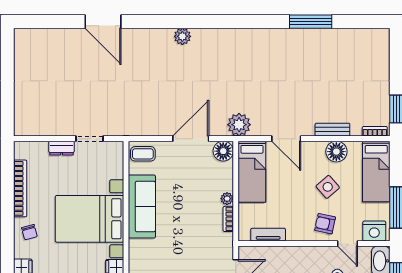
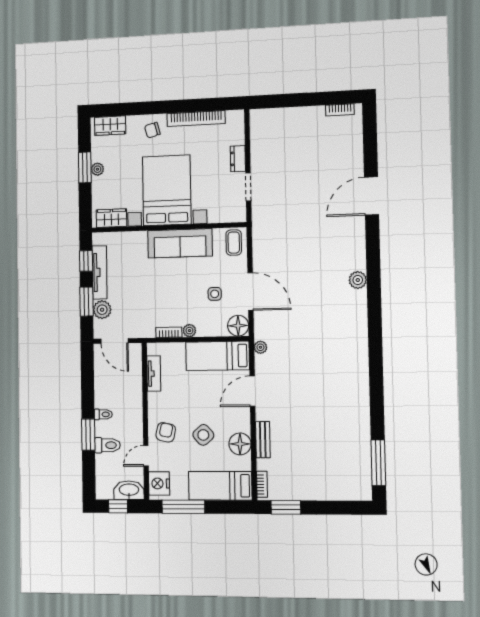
window: (311, 22) -> (378, 463), moved
bookcase: (19, 49) -> (340, 110), added
plant: (239, 125) -> (260, 347), width x0.53, depth x0.53
side table: (192, 173) -> (215, 294), added

